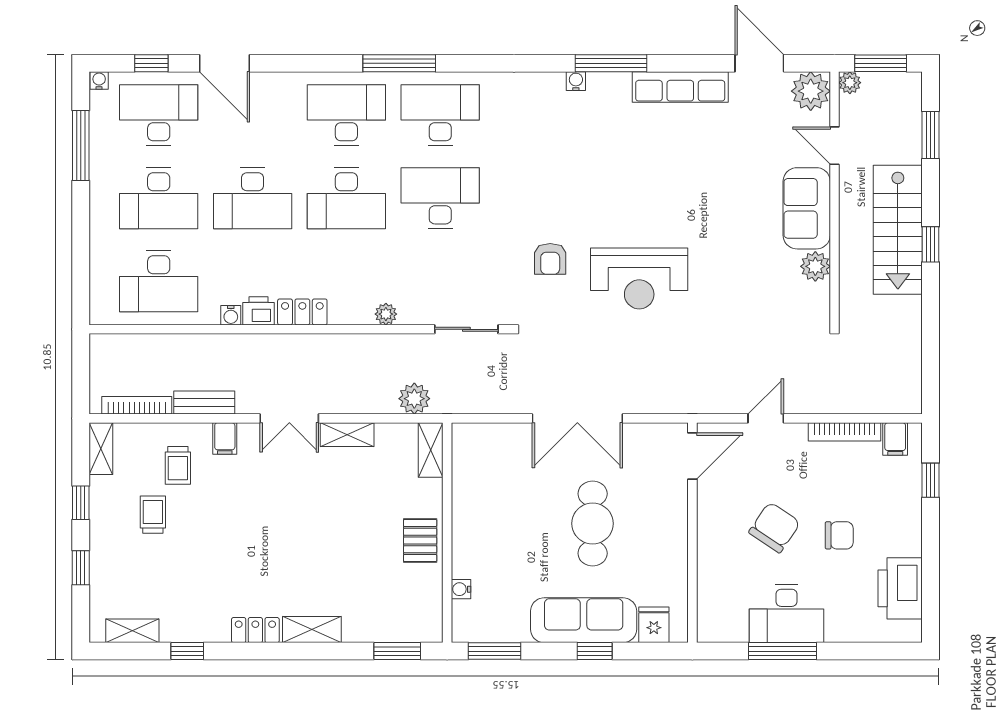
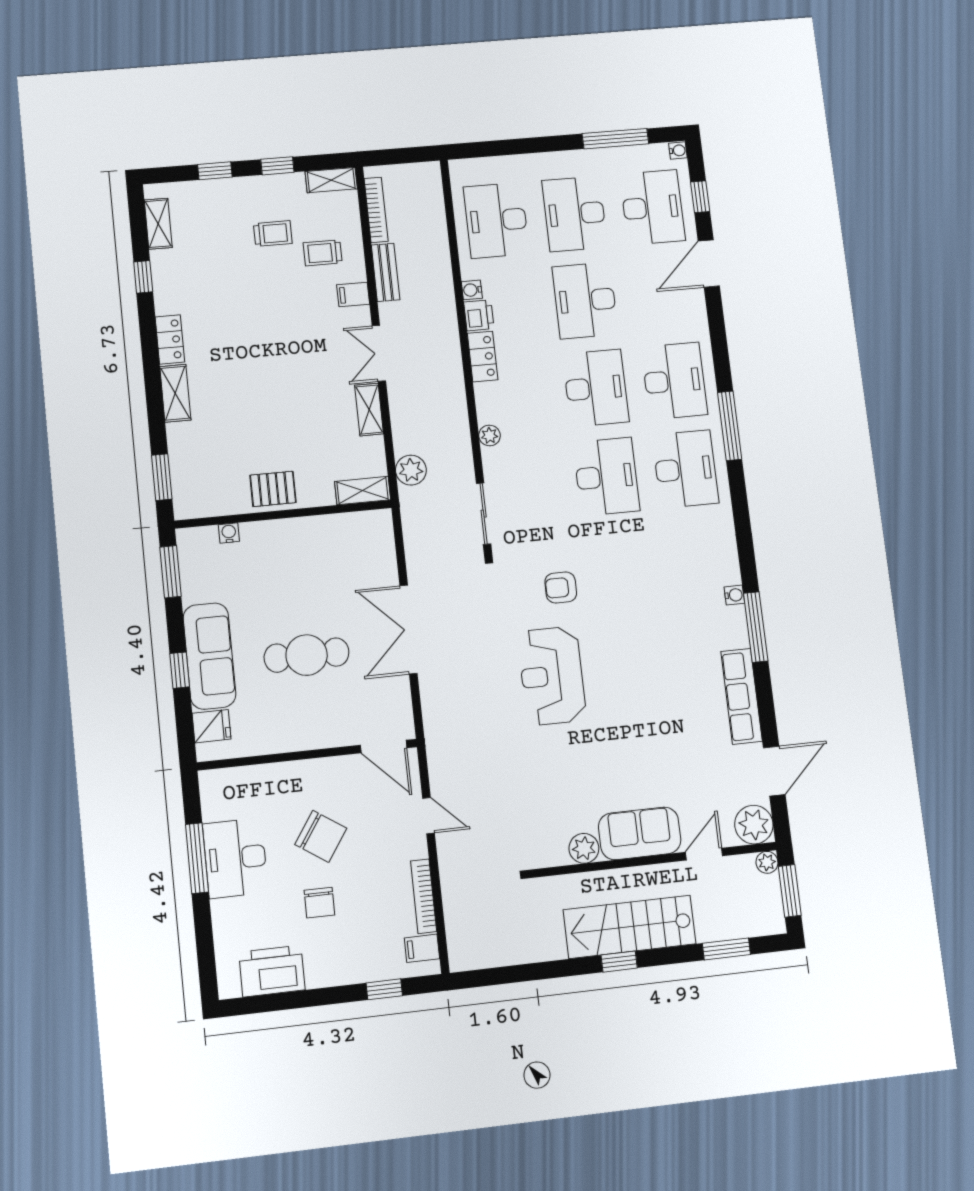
desk: (346, 198) -> (596, 388), turned 180

